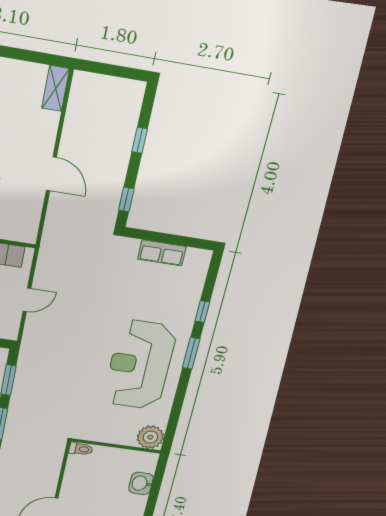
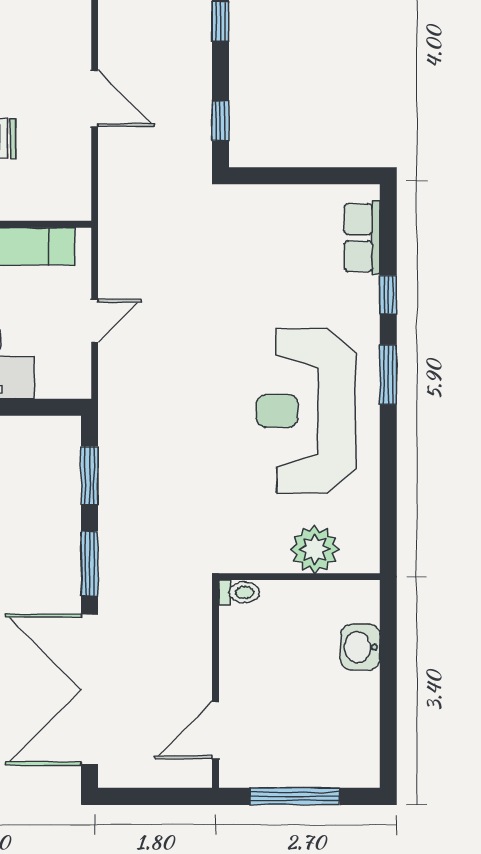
row of seats: (162, 253) -> (362, 238), moved, turned 90
plant: (150, 437) -> (315, 549), moved

